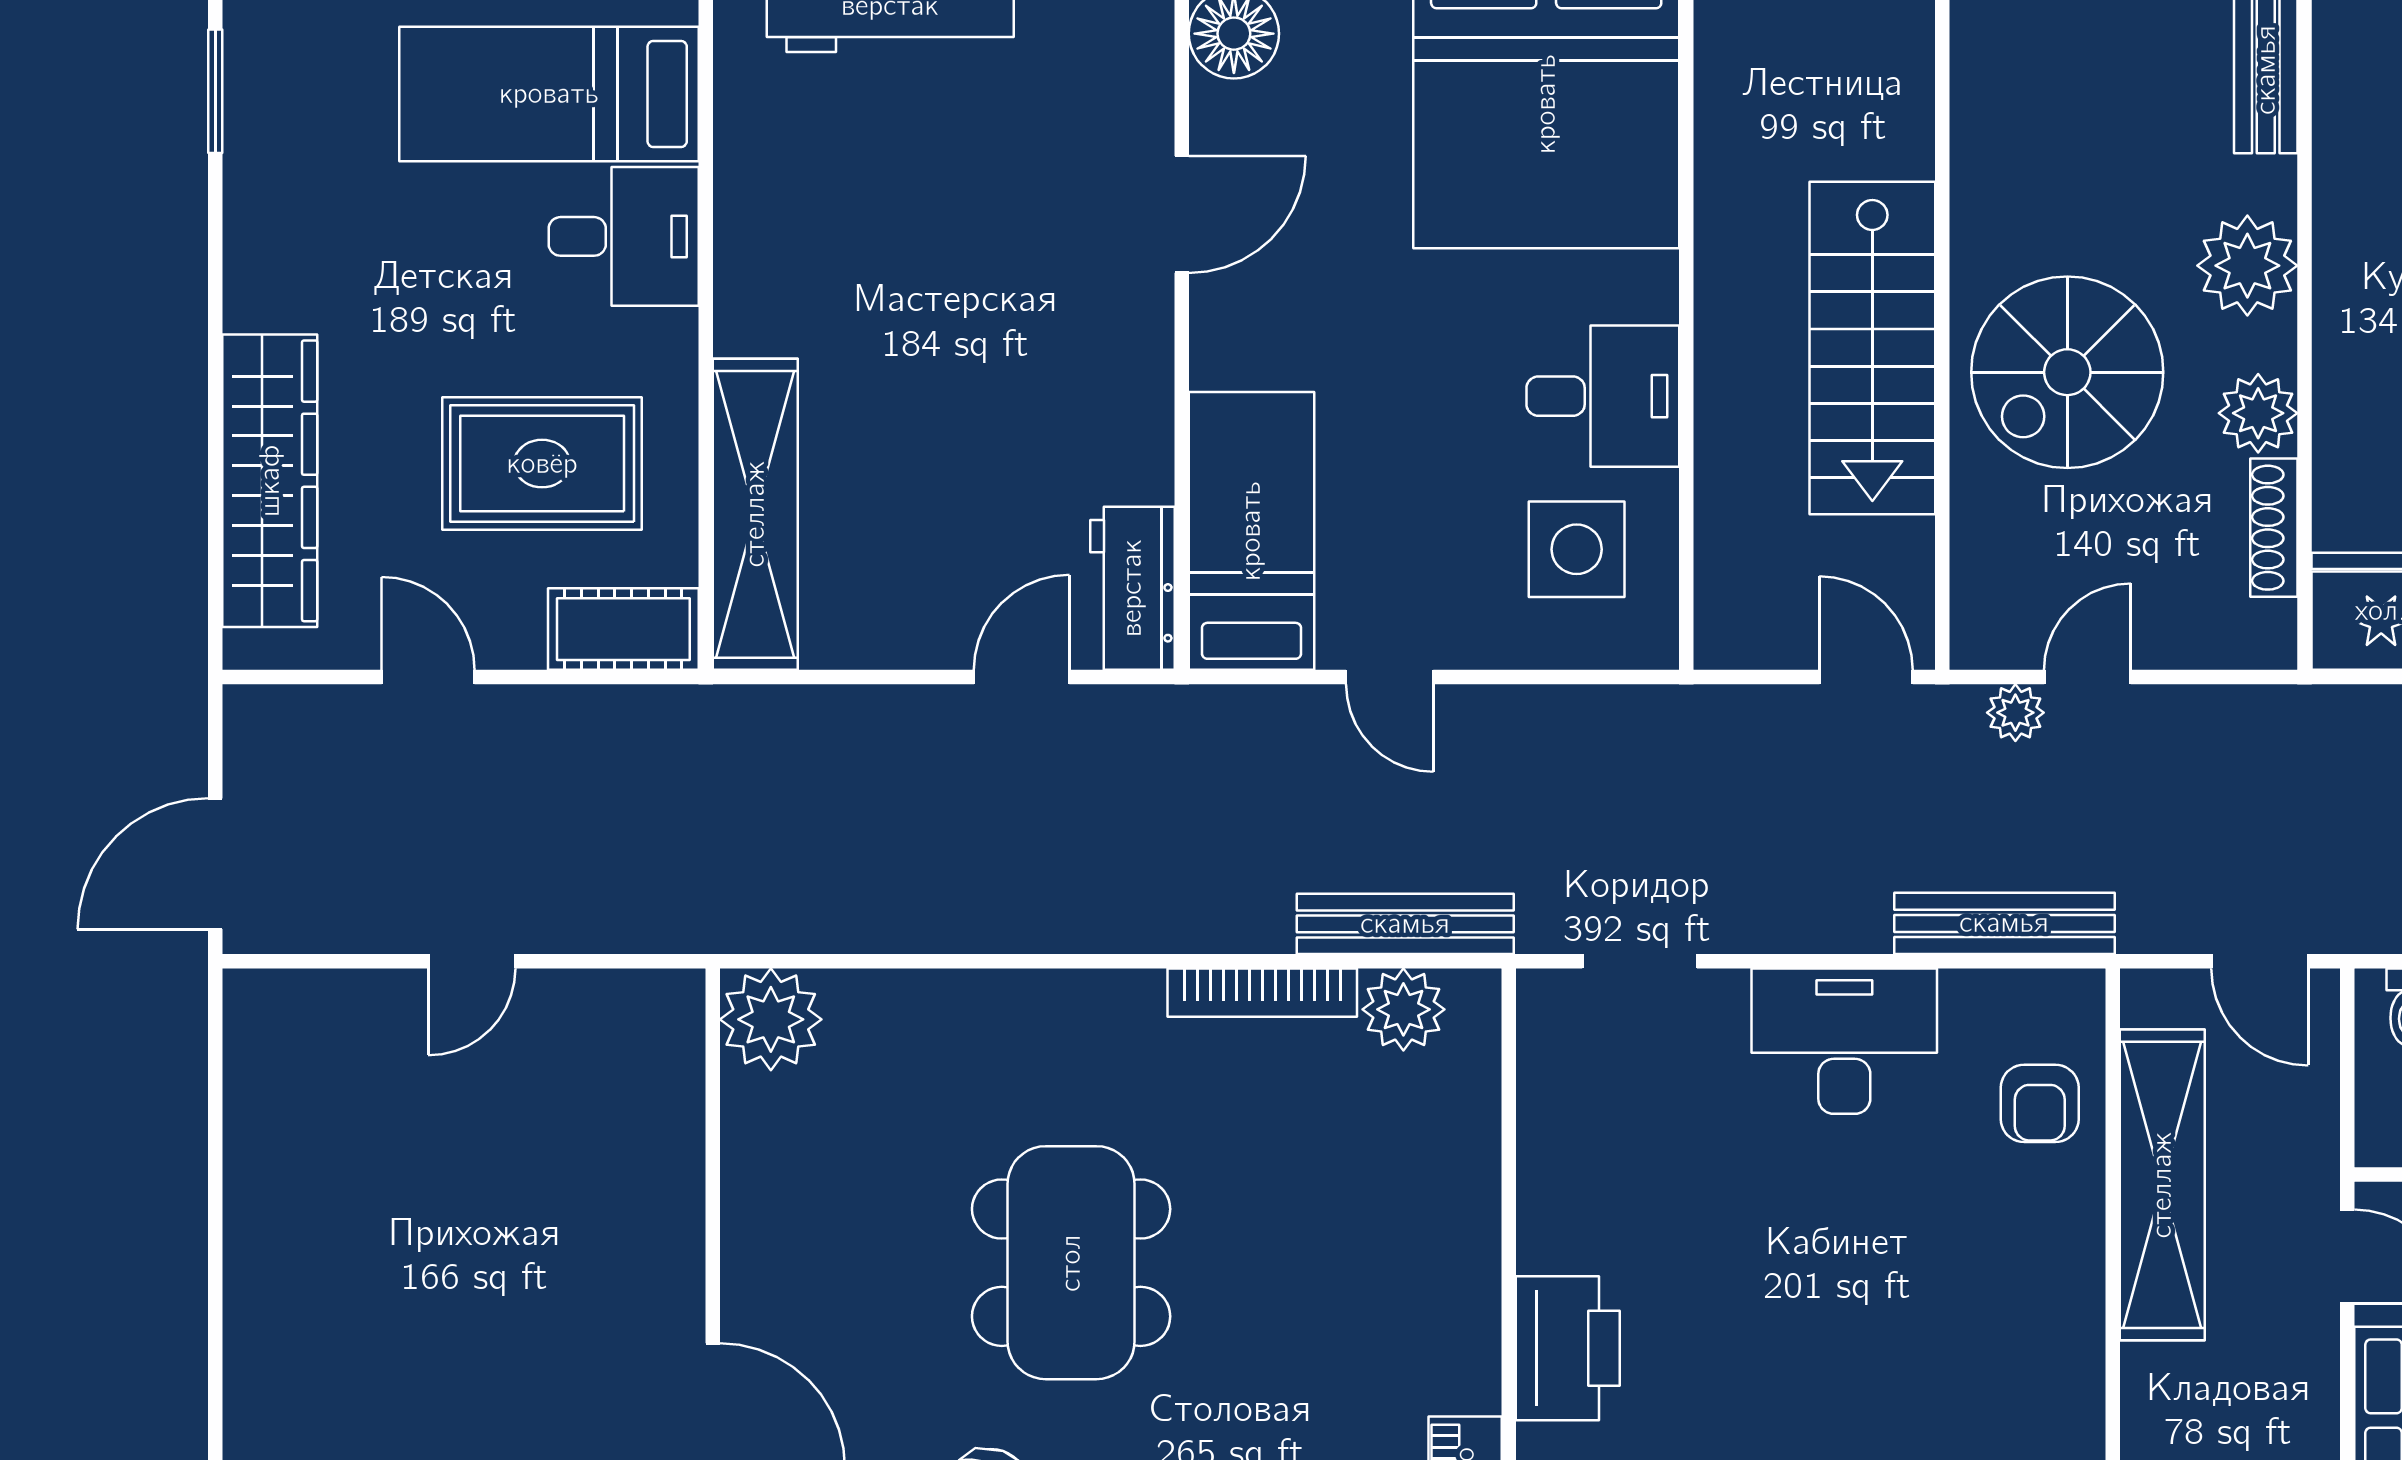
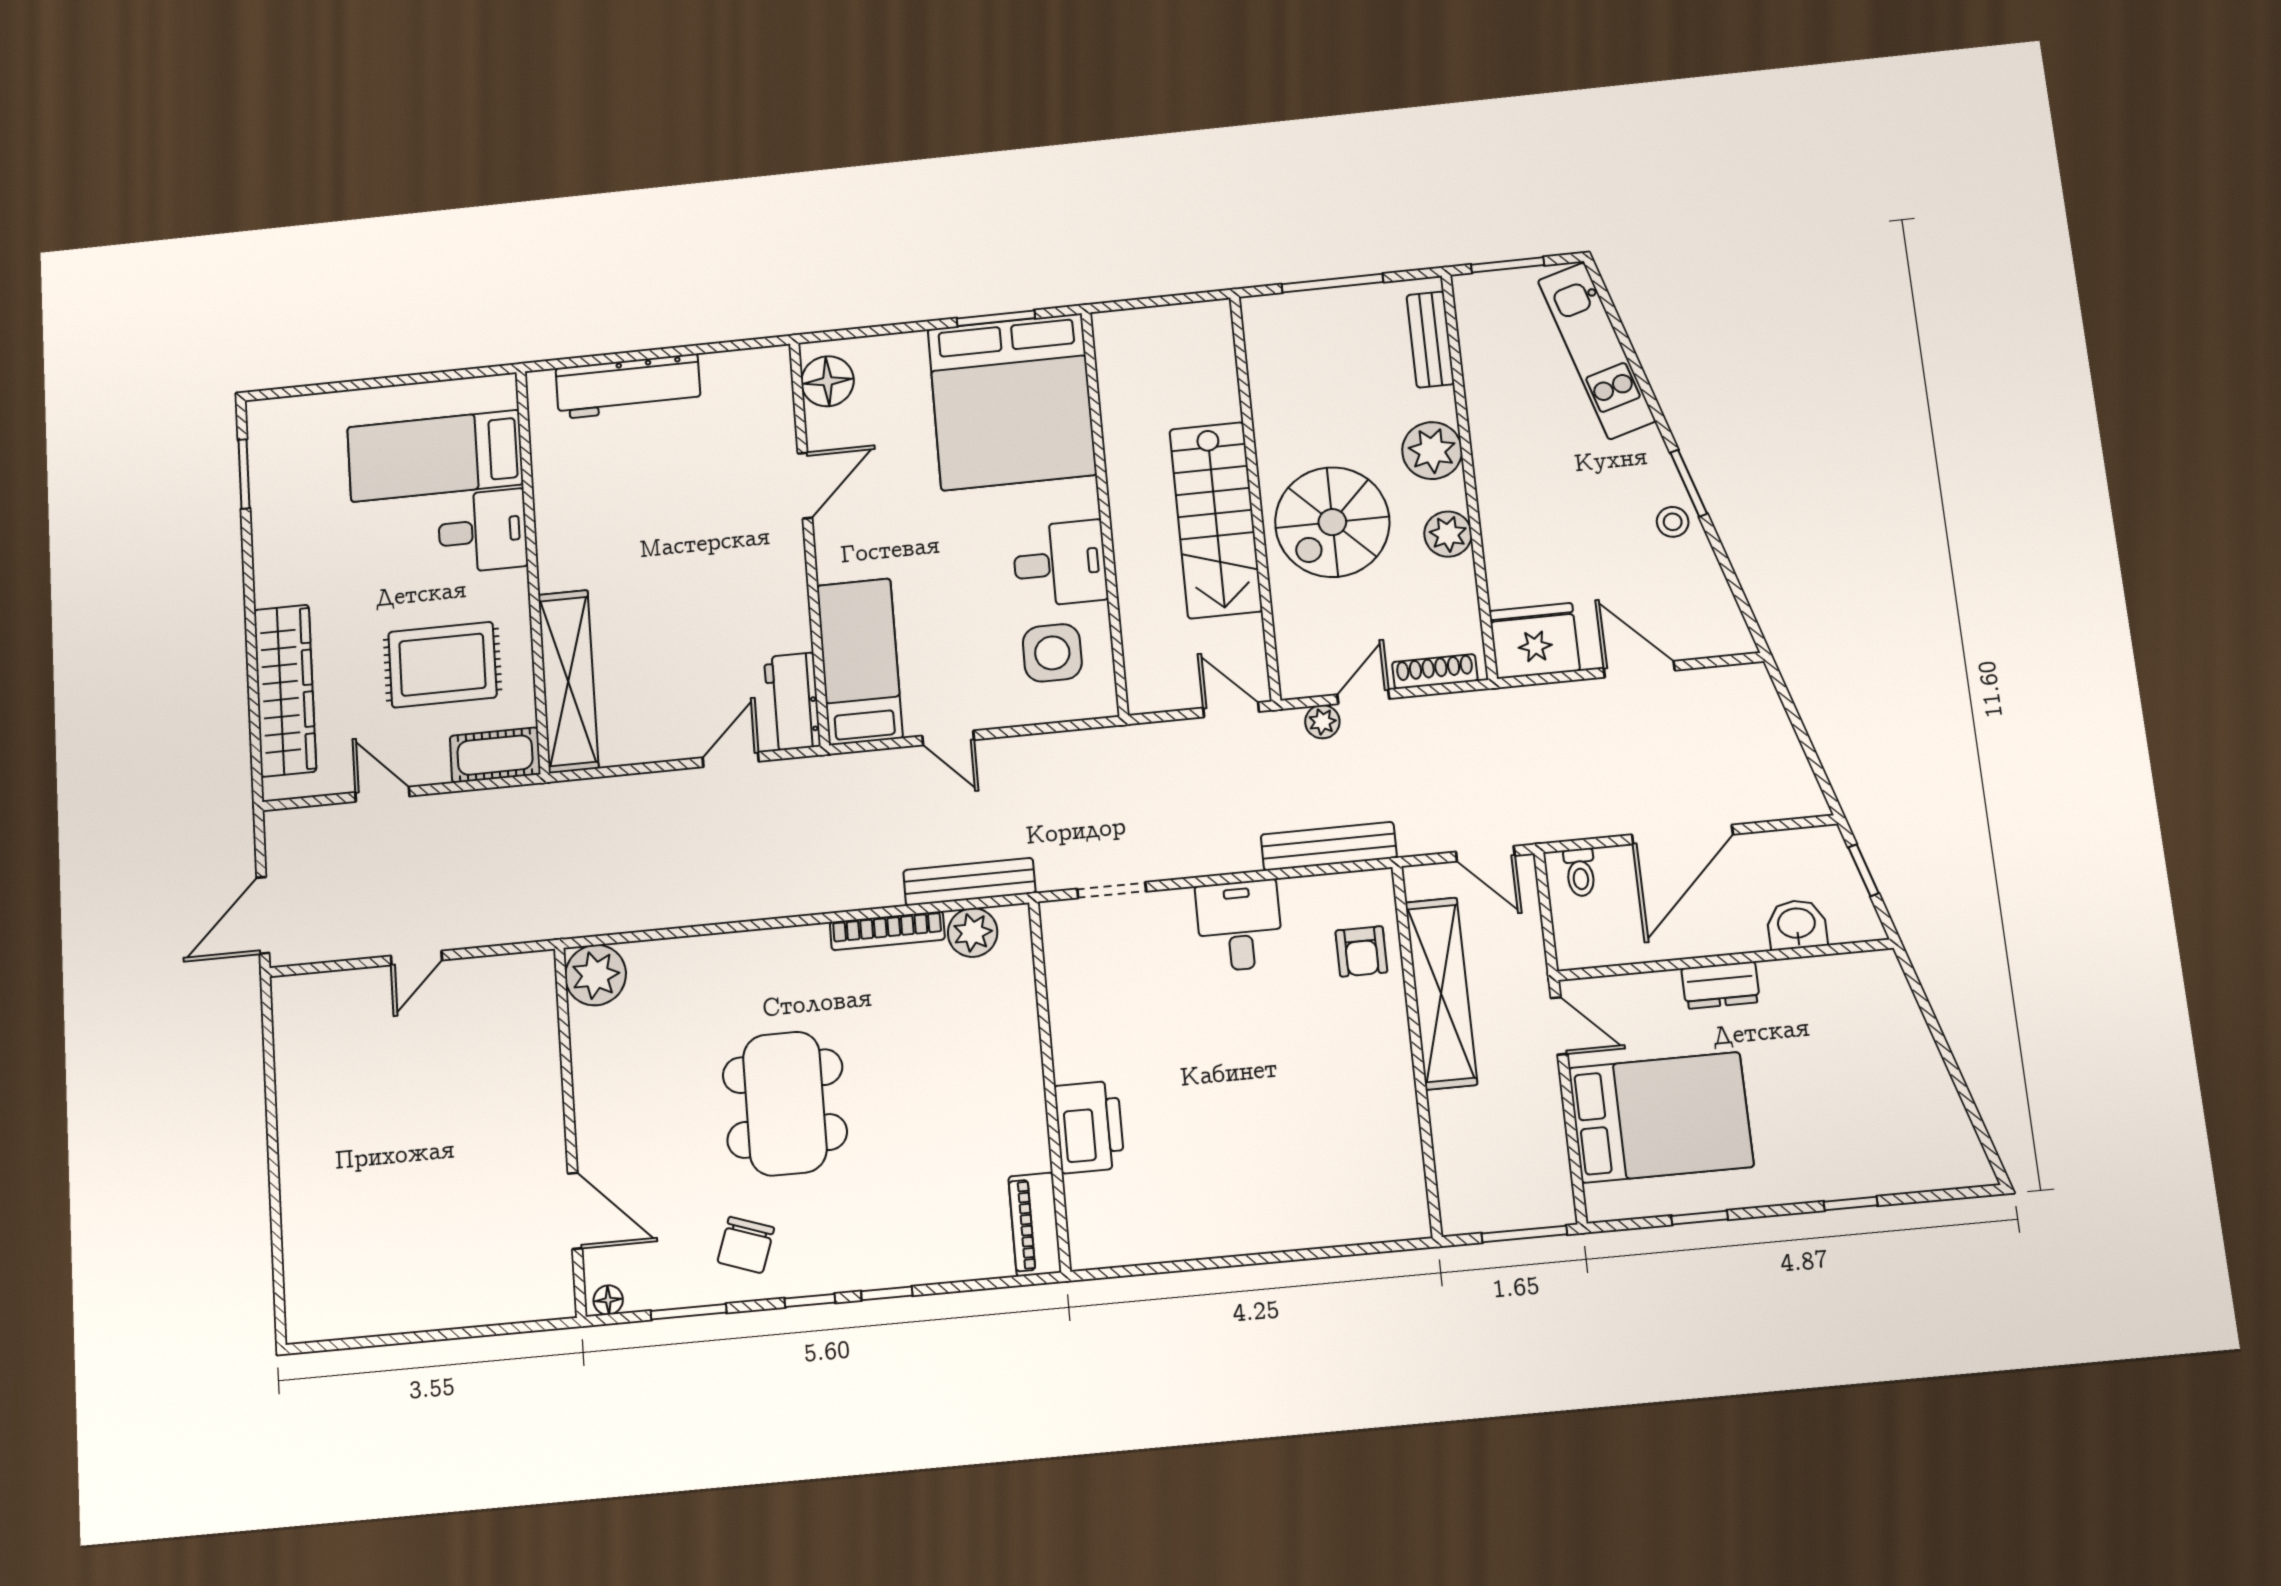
shoe rack: (2274, 528) -> (1435, 671), moved, turned 90
desk: (1844, 1041) -> (1239, 926), width x0.73

